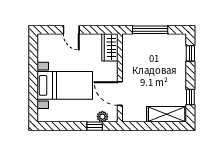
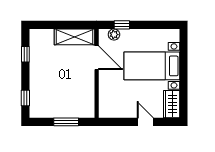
window: (150, 30) -> (66, 122), width x0.69
wardrobe: (110, 47) -> (172, 104), moved, turned 180
shelving: (167, 114) -> (74, 37), moved

